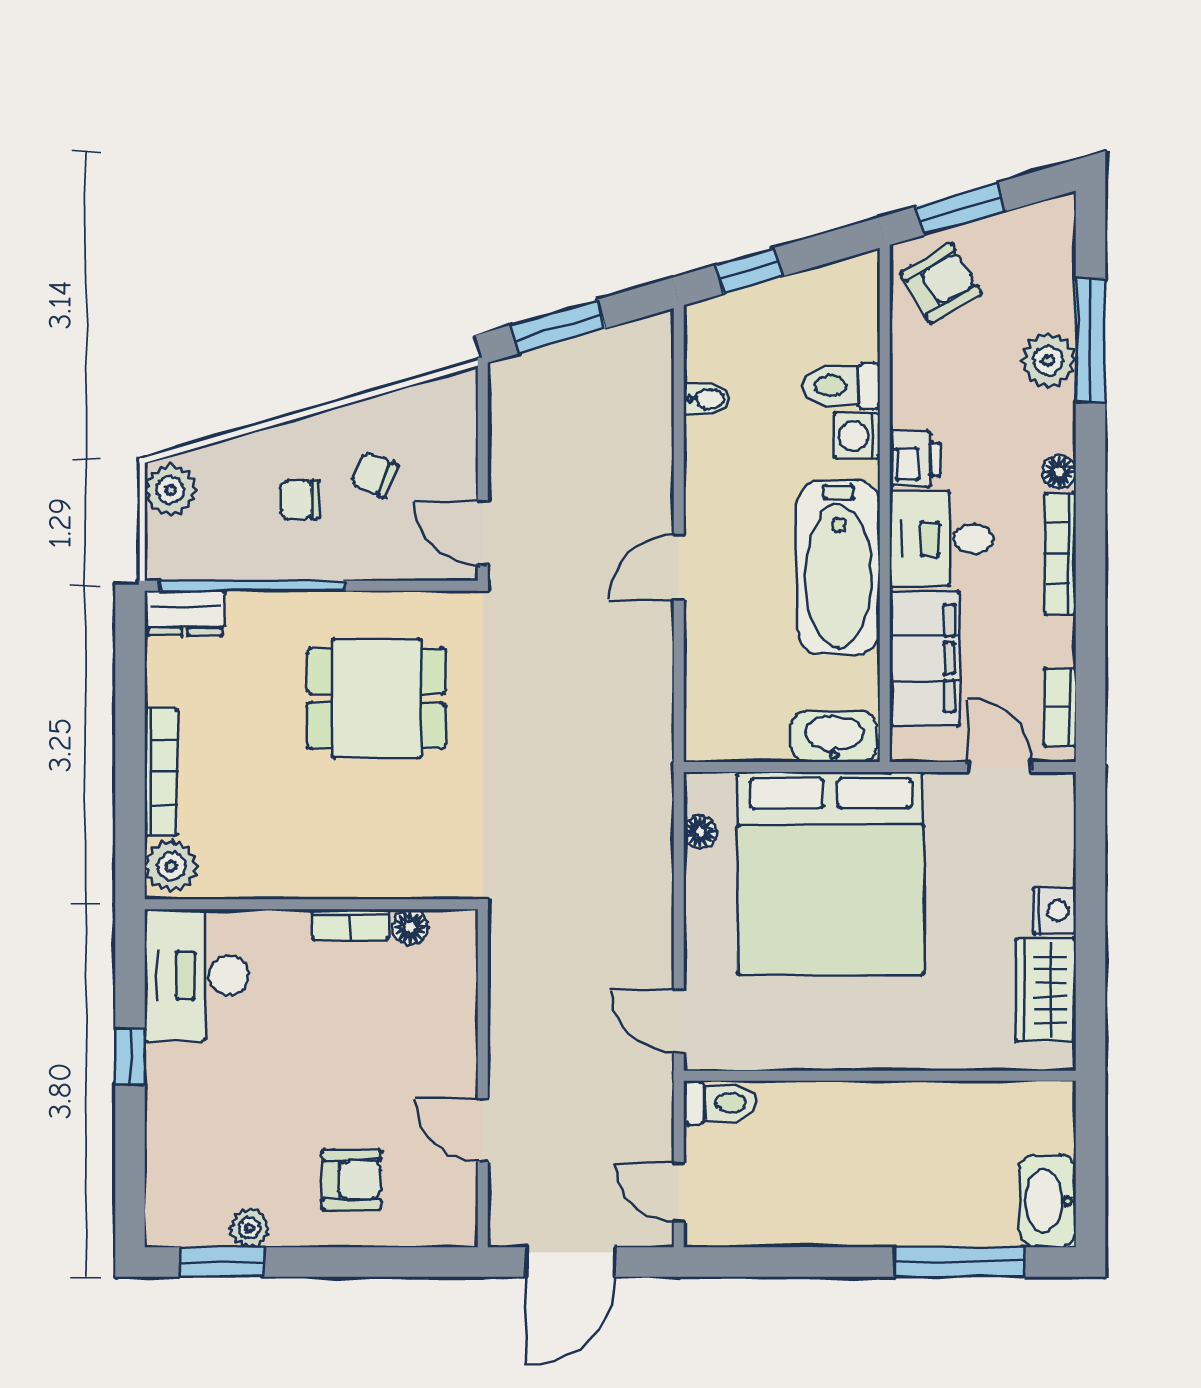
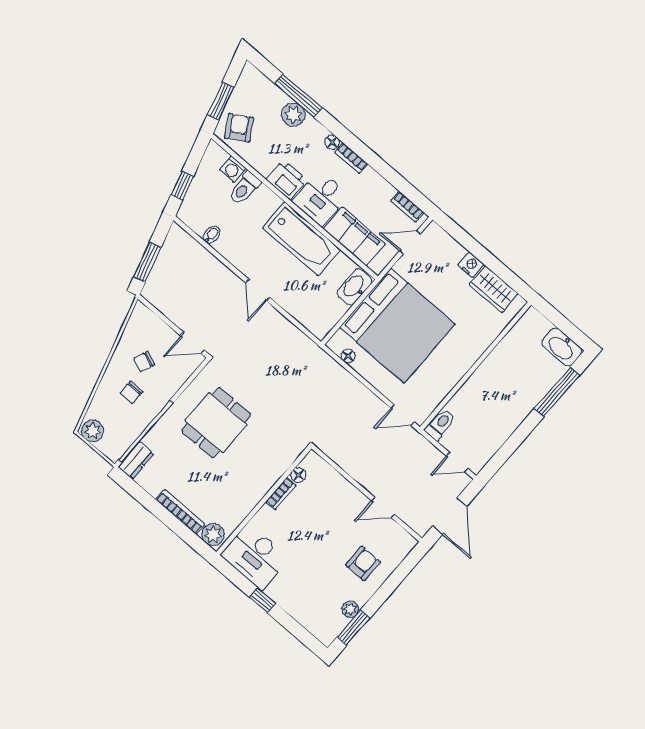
washing machine: (857, 436) -> (233, 169), moved
printer: (915, 459) -> (287, 180), width x1.36, depth x1.24
bookcase: (1060, 554) -> (351, 158), width x0.64

